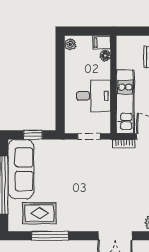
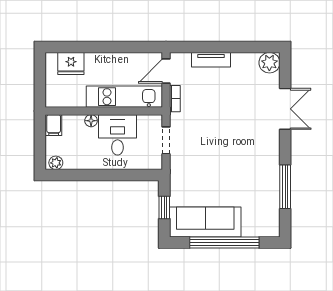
floor lamp: (105, 56) -> (91, 121), moved
rug: (39, 213) -> (258, 200), removed

